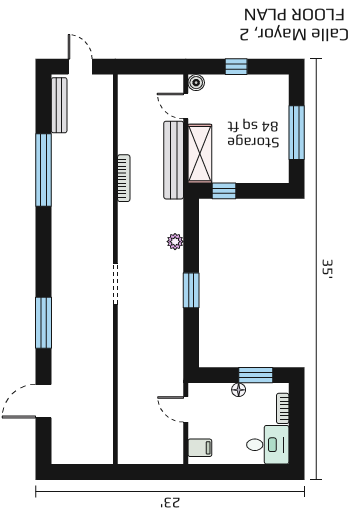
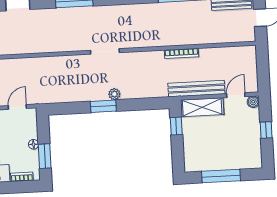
plant: (175, 242) -> (114, 94), moved

